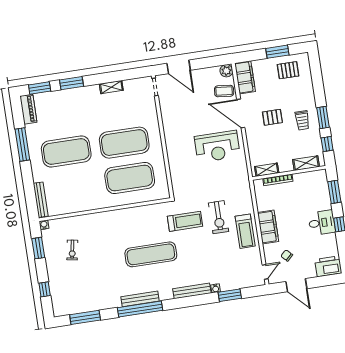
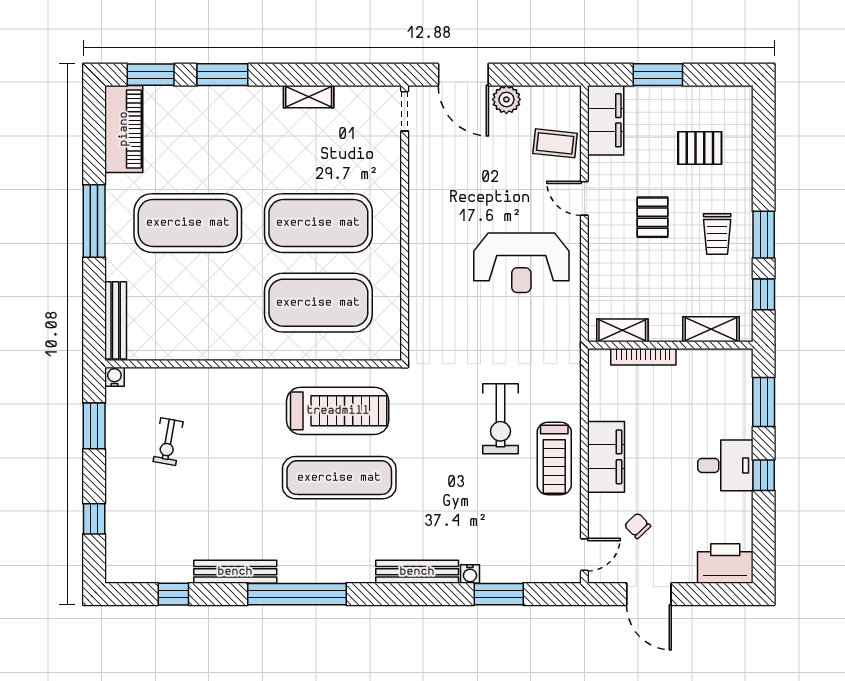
window: (277, 52) -> (658, 75), moved
pallet: (288, 70) -> (700, 148), moved
plant: (226, 71) -> (506, 99), moved
piano: (28, 109) -> (124, 129), width x1.37, depth x1.33
door: (241, 113) -> (584, 198), width x0.53
pallet: (272, 117) -> (653, 217), turned 90
window: (22, 145) -> (94, 221), moved
treadmill: (185, 221) -> (338, 411), moved, width x1.37, depth x1.38
bench: (140, 299) -> (235, 572), moved
window: (85, 317) -> (173, 594), width x0.46

